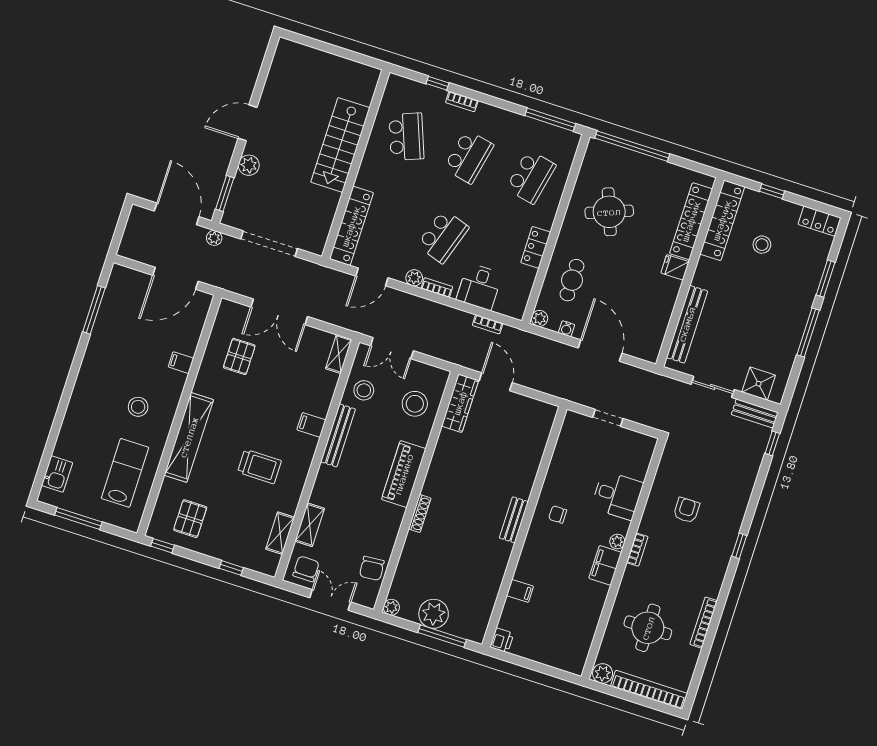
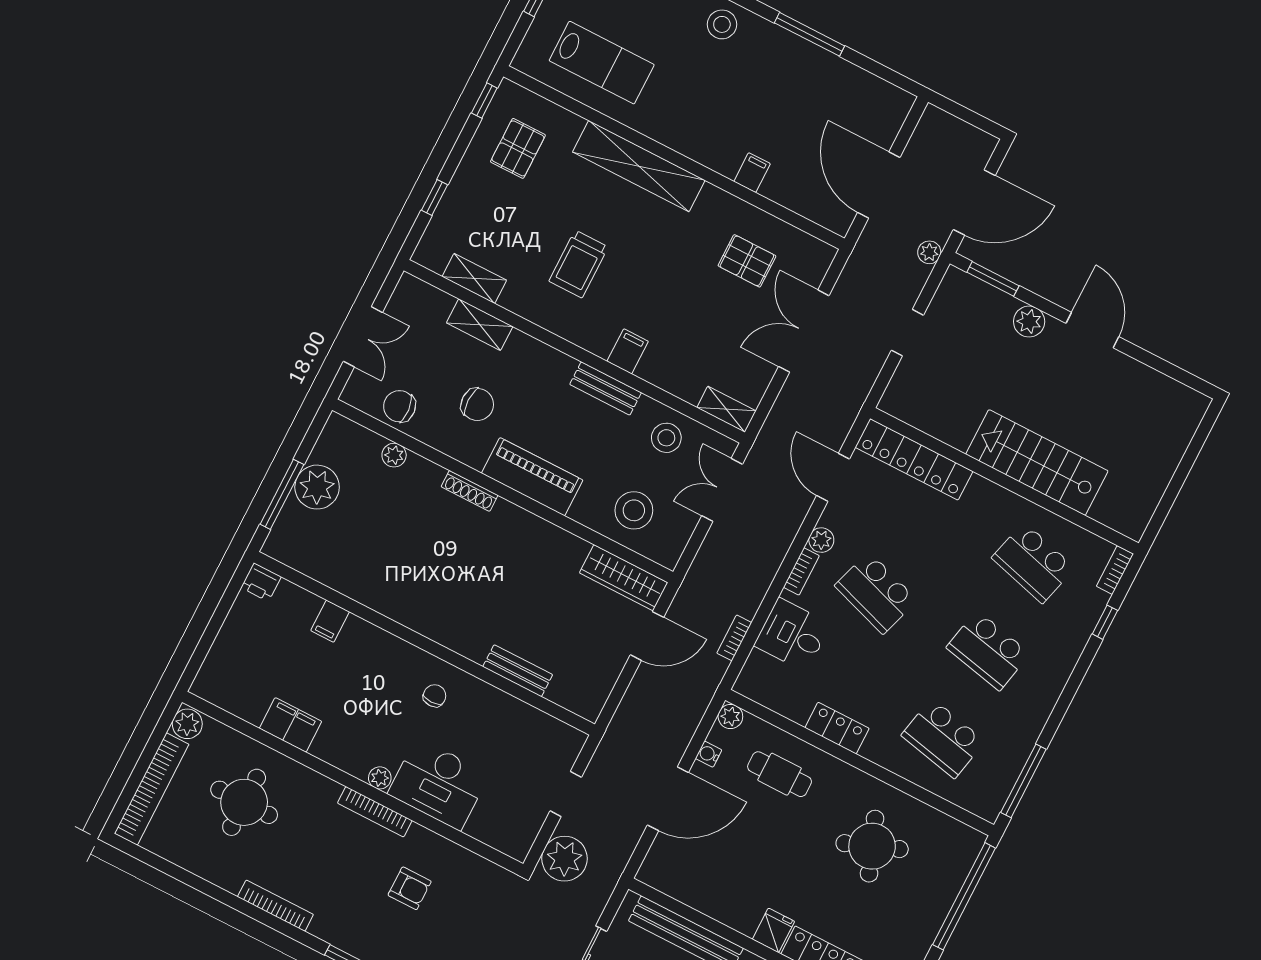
bookcase: (462, 102) -> (1115, 570), moved
school desk: (406, 137) -> (1033, 563), turned 36
doorway: (269, 244) -> (907, 333), width x0.53
window: (94, 310) -> (809, 34), moved
stool: (138, 407) -> (722, 24), moved
plant: (650, 412) -> (564, 859), added
bench: (338, 435) -> (606, 388), width x0.73
desk: (617, 495) -> (438, 784), width x1.37
pallet: (190, 519) -> (518, 148), turned 90
bench: (514, 520) -> (518, 671), moved
bookcase: (637, 550) -> (375, 812), width x1.56
filing cabinet: (605, 565) -> (291, 725), moved
chair: (306, 569) -> (477, 404), moved
plant: (391, 607) -> (394, 455), moved
bookcase: (704, 623) -> (275, 906), moved

